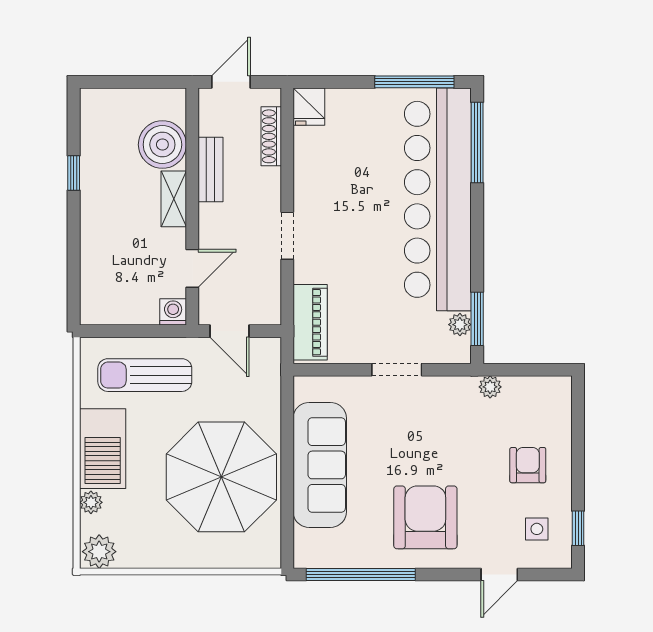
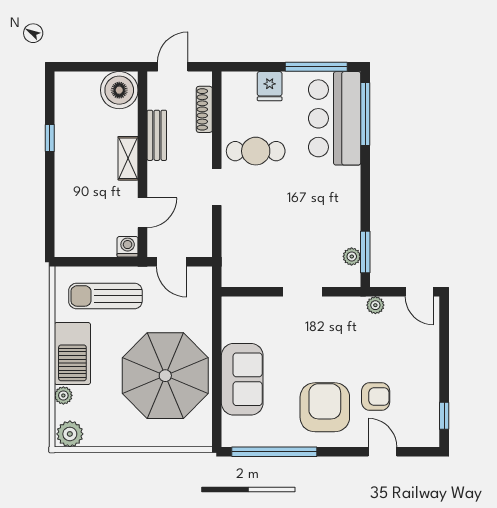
fridge: (309, 107) -> (270, 86), moved
boiler: (162, 145) -> (119, 90), moved
cafe table: (337, 190) -> (256, 151), added
bar counter: (438, 199) -> (335, 118), width x0.54
piano: (310, 322) -> (235, 255), removed
door: (546, 370) -> (419, 292), added
sofa: (320, 465) -> (242, 379), width x0.73
armchair: (528, 465) -> (376, 397), moved, turned 90
side table: (537, 529) -> (412, 416), removed
door: (499, 574) -> (383, 452), swing flipped

